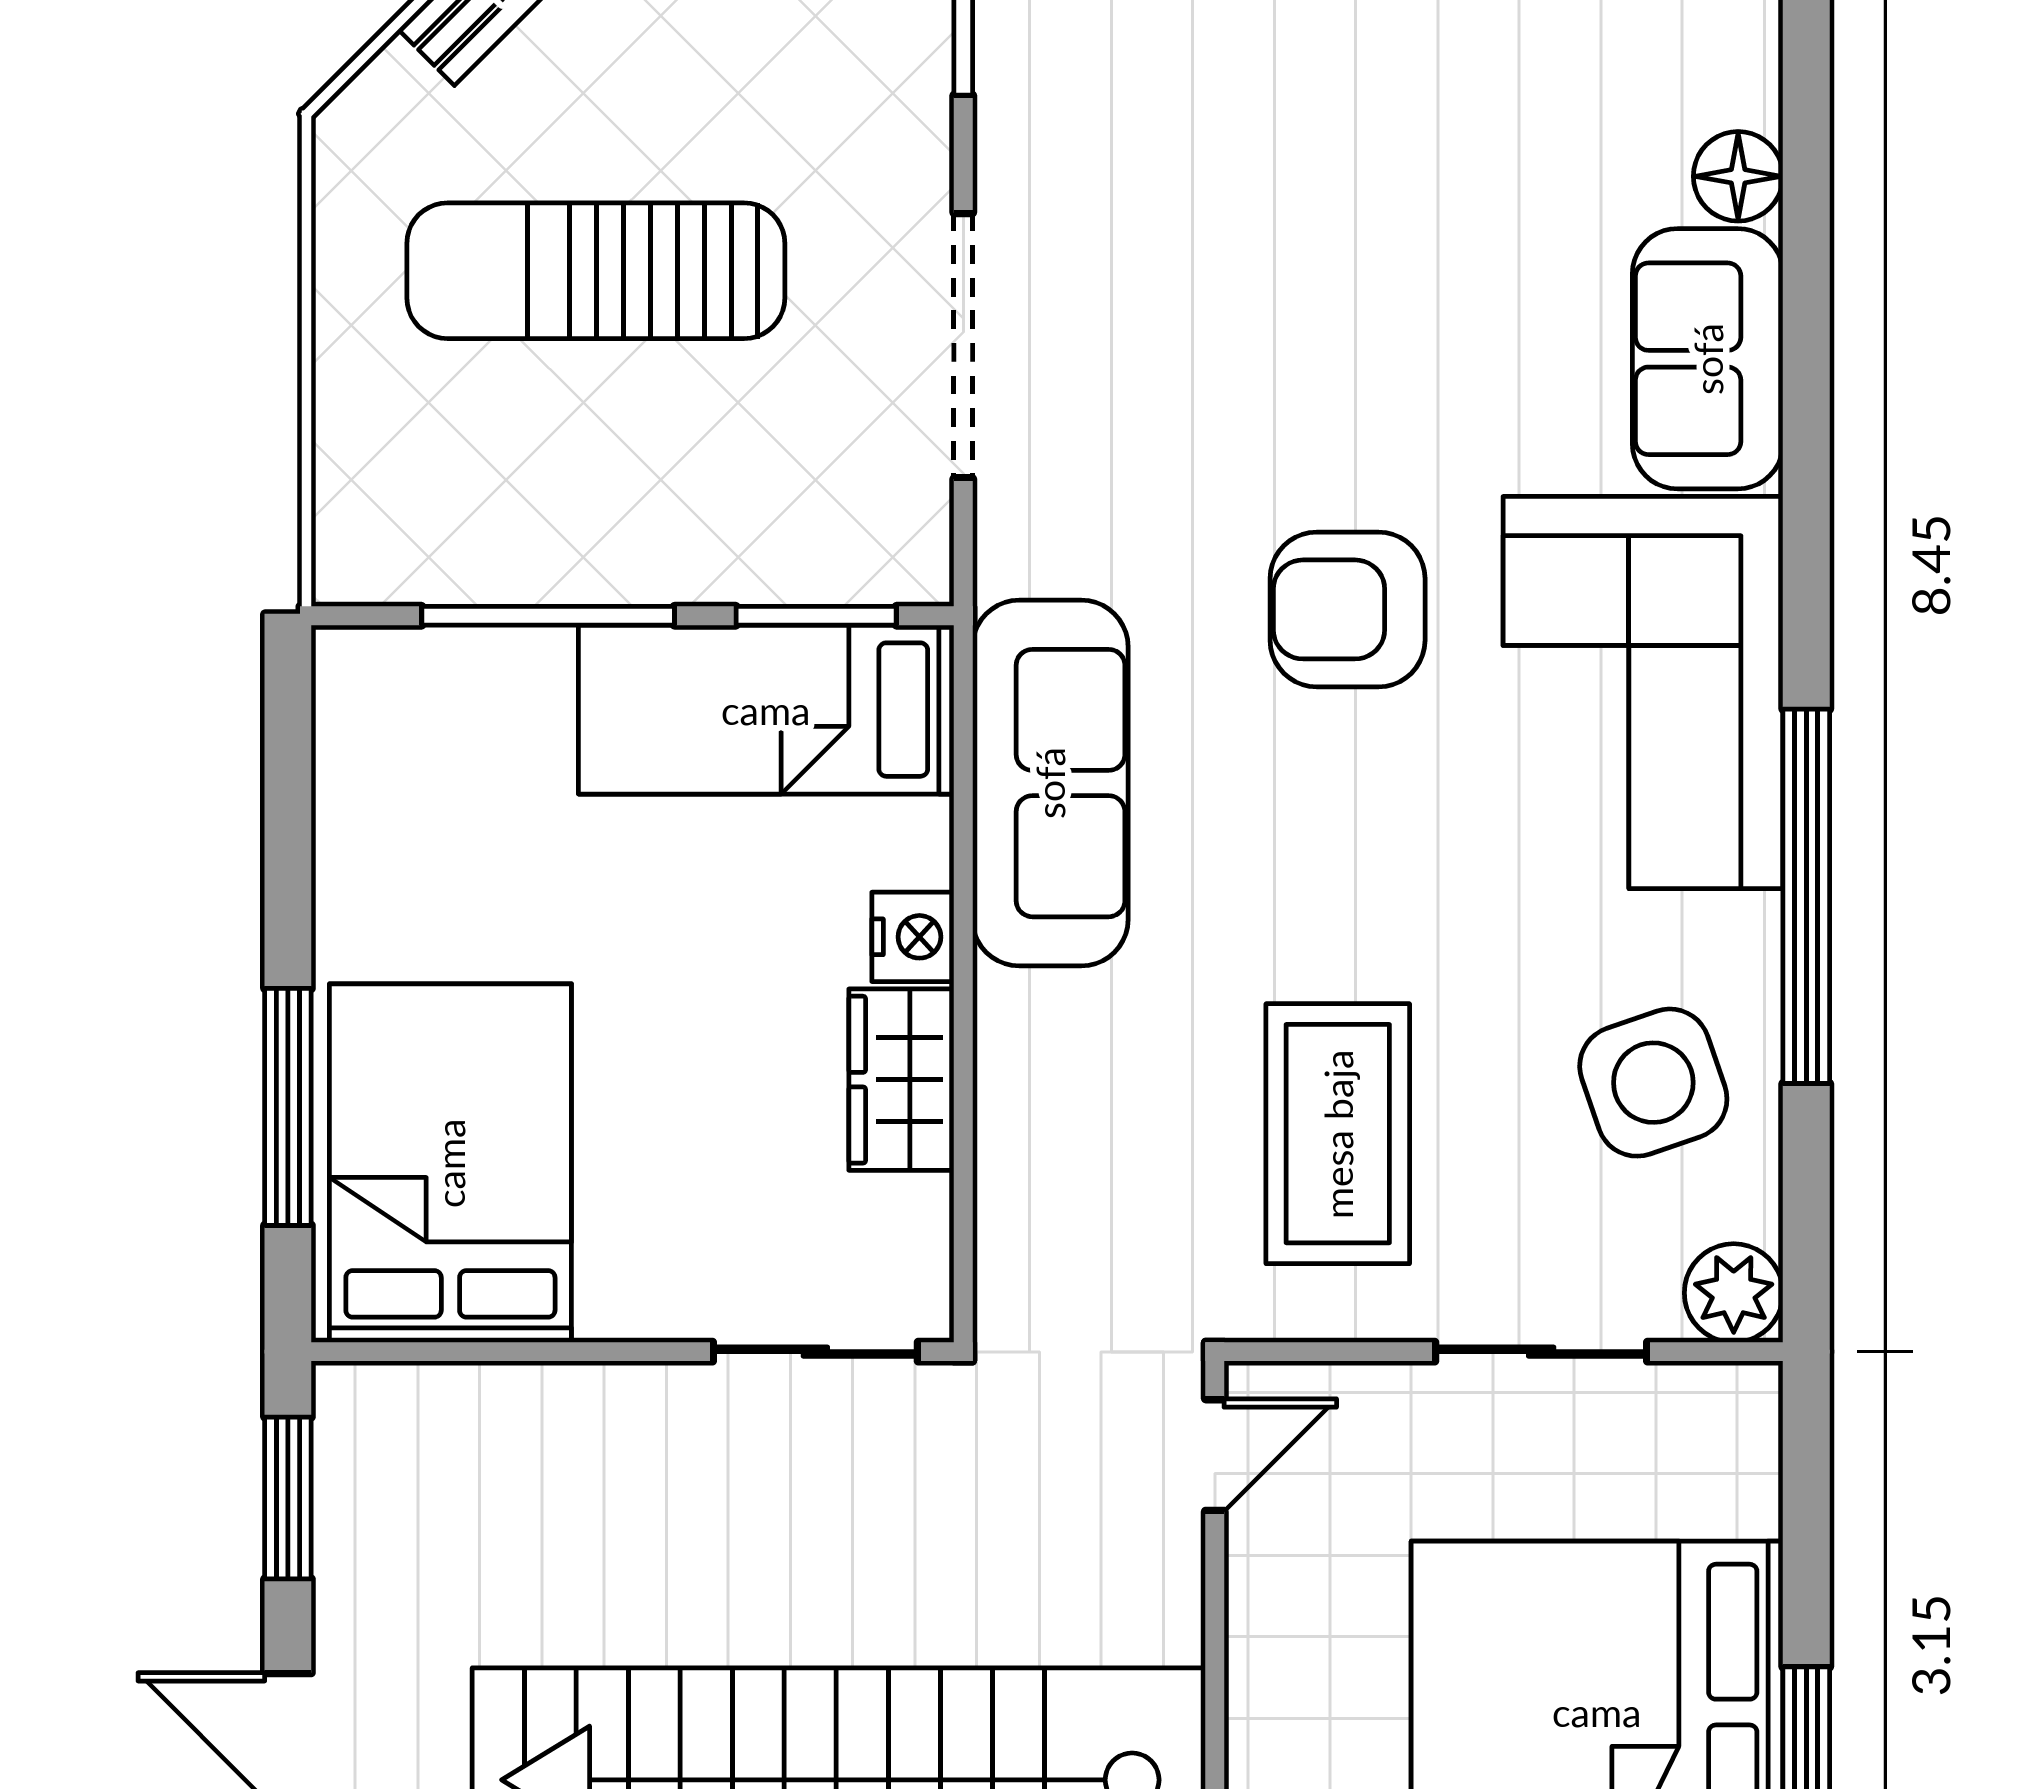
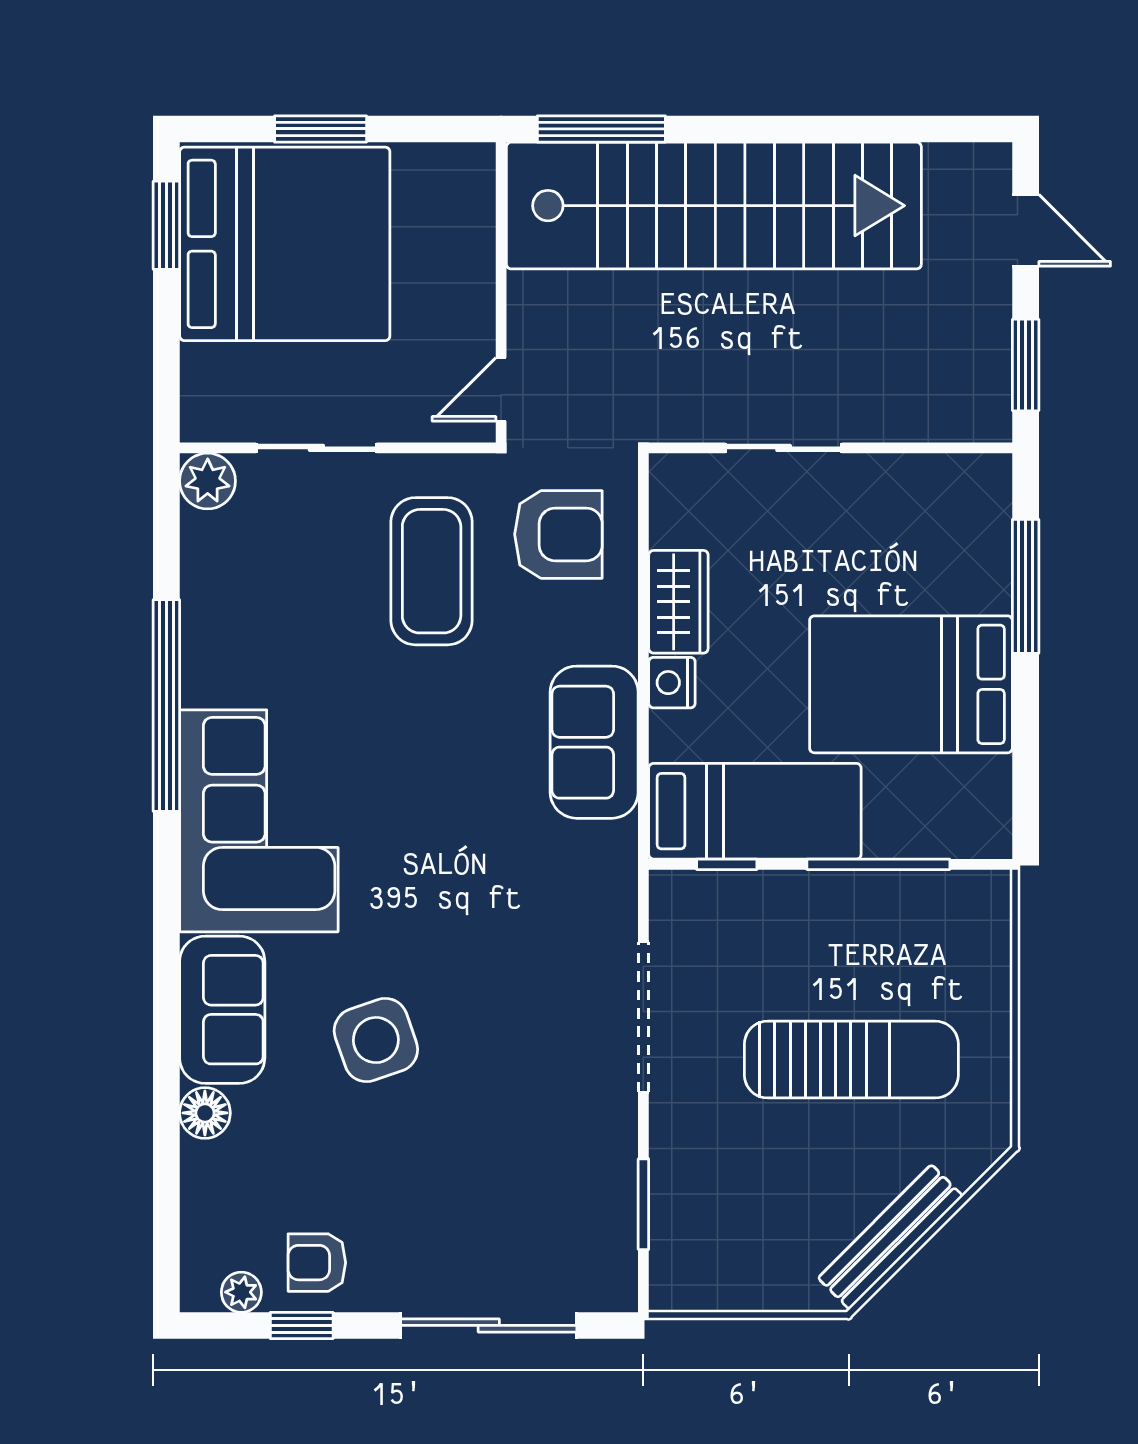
armchair: (1348, 609) -> (558, 534), moved
window: (816, 616) -> (727, 864), width x0.67
sofa: (1050, 783) -> (594, 742), width x0.73
side table: (1653, 1083) -> (376, 1040), moved
bed: (450, 1163) -> (911, 684), moved, turned 90
sliding door: (815, 1352) -> (784, 448), moved

